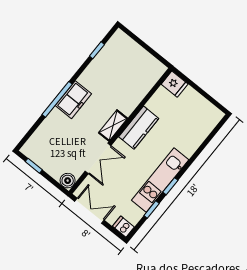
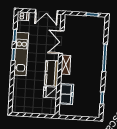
fridge: (175, 84) -> (50, 92), moved
freezer: (73, 100) -> (66, 94), moved, turned 180
boiler: (68, 181) -> (69, 19), removed

